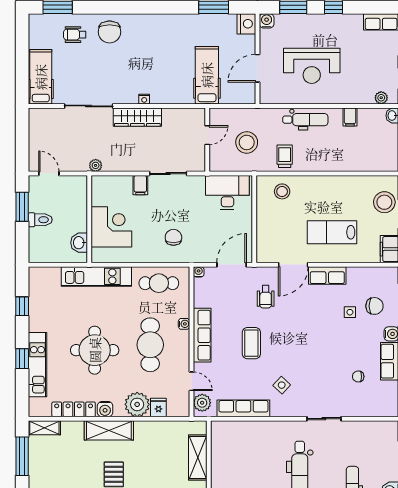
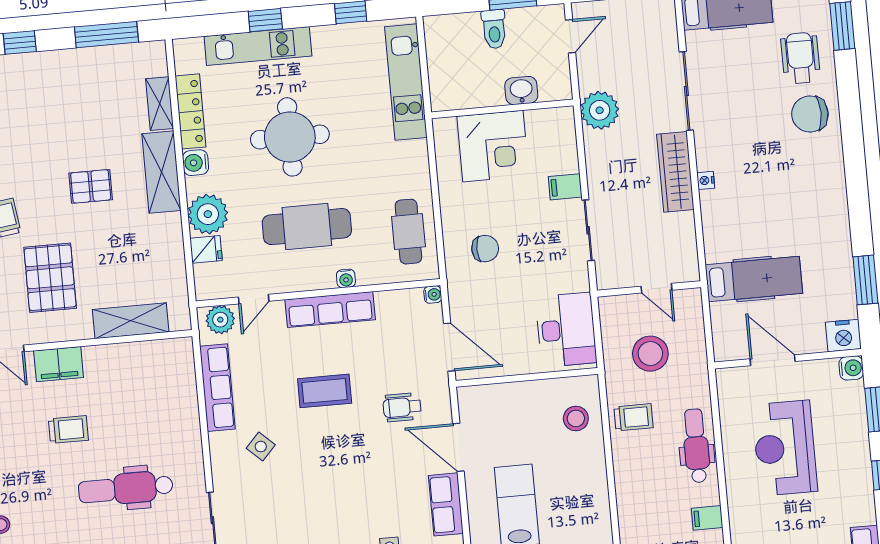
wheelchair: (75, 35) -> (800, 58), width x1.36, depth x1.37
dental chair: (305, 120) -> (696, 446), turned 180
plant: (96, 165) -> (600, 110), width x1.88, depth x1.88
washbasin: (79, 243) -> (521, 90), moved
kitchen unit: (96, 276) -> (406, 82), moved
shelving: (44, 428) -> (160, 104), moved

